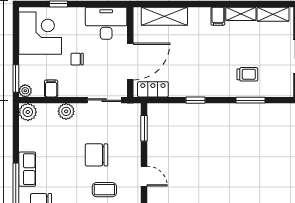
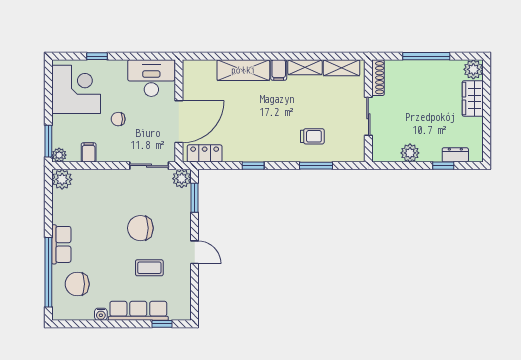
shelving: (164, 16) -> (243, 70), moved
plant: (66, 111) -> (182, 179), moved

